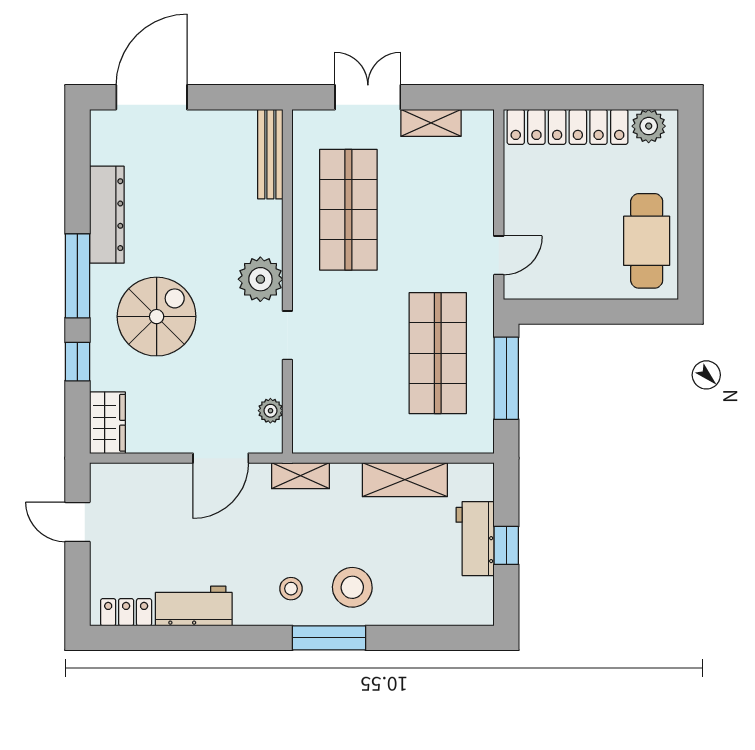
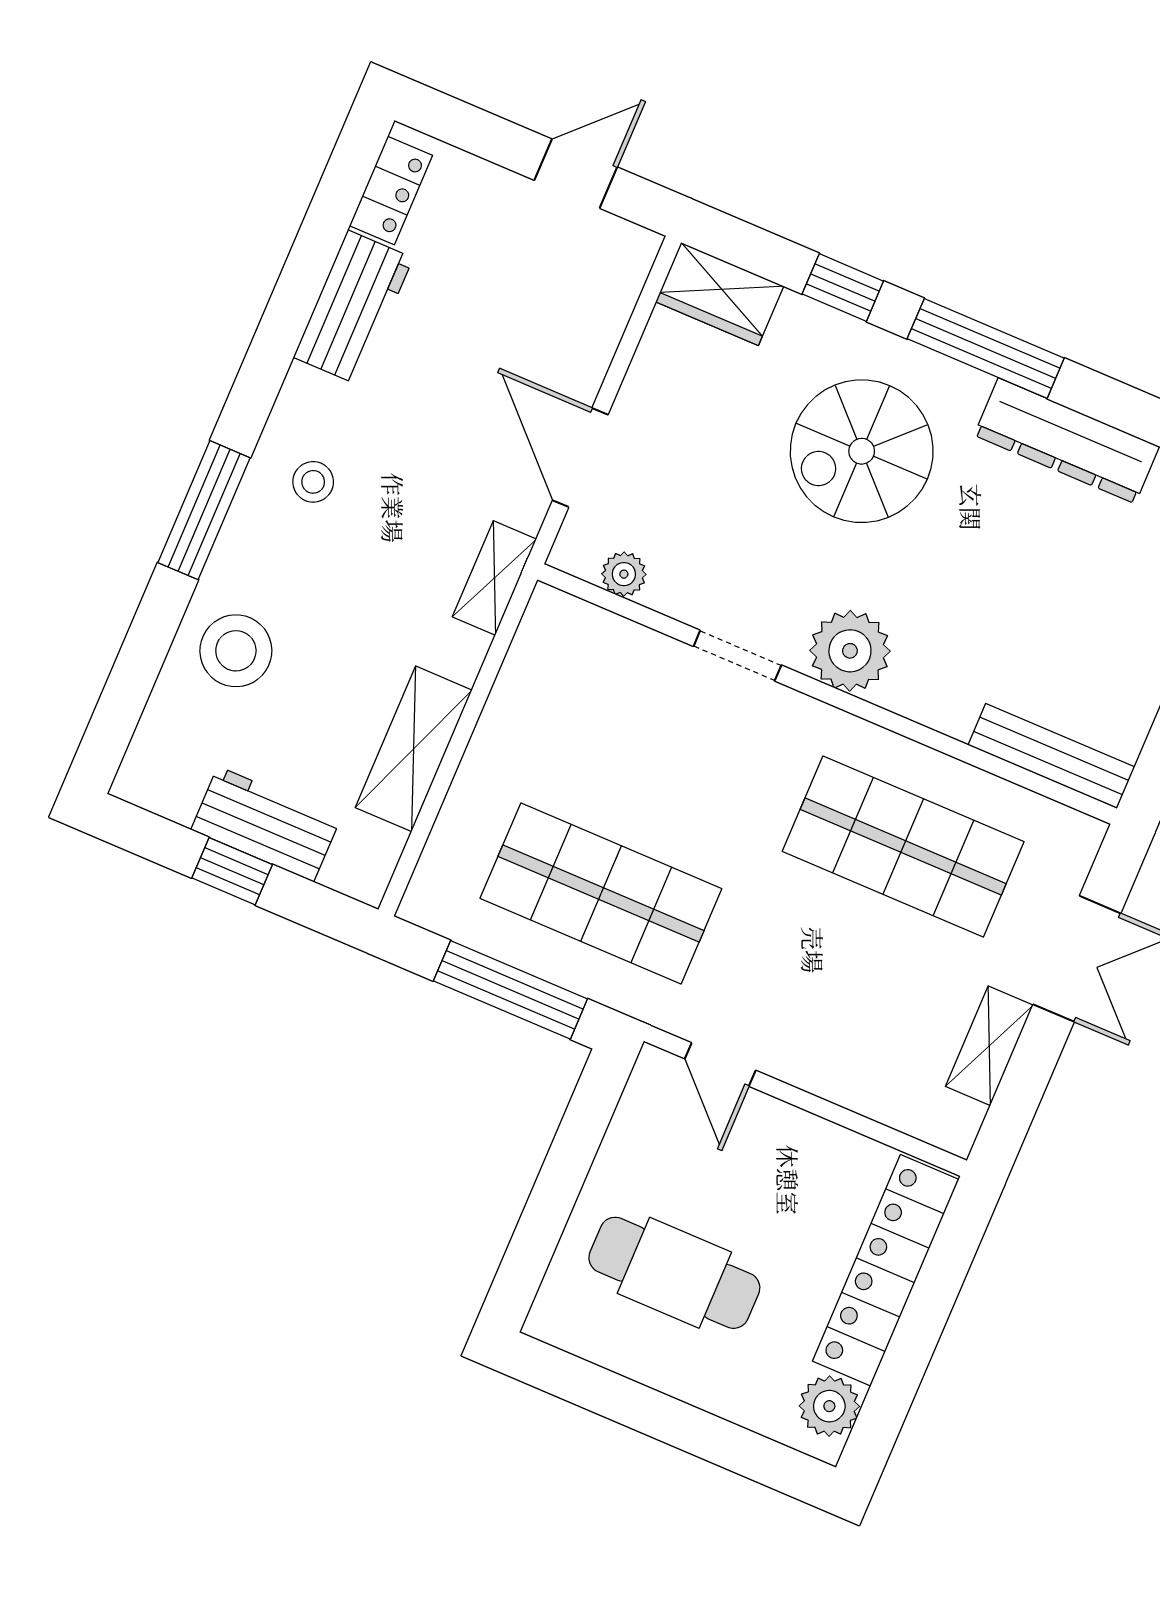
cafe table: (647, 241) -> (674, 1273), moved
spiral stairs: (157, 317) -> (862, 451), turned 90
stool: (352, 587) -> (236, 651), moved

